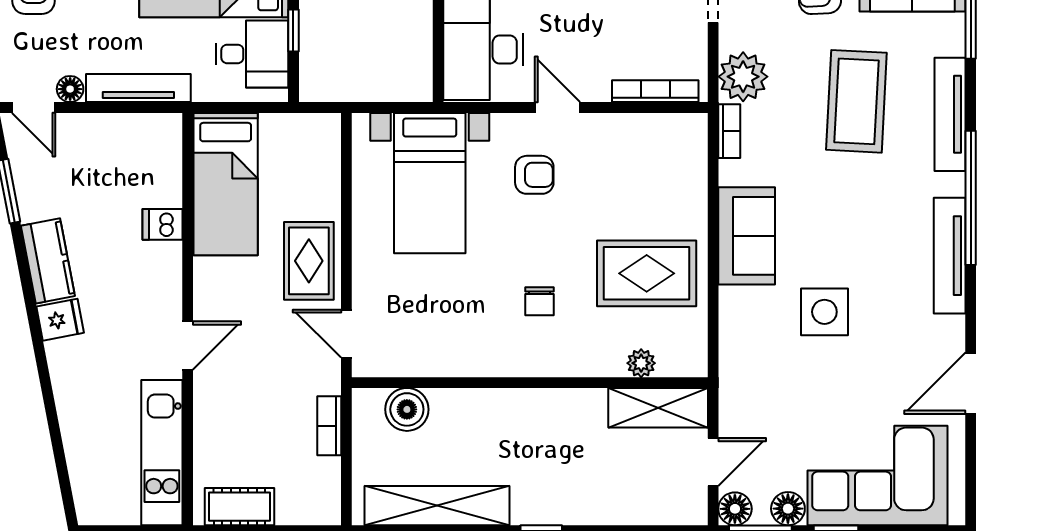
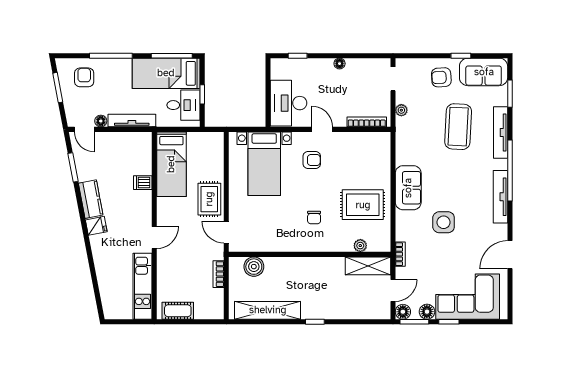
plant: (743, 77) -> (401, 110), width x0.53, depth x0.53
bookcase: (729, 131) -> (400, 254), moved

